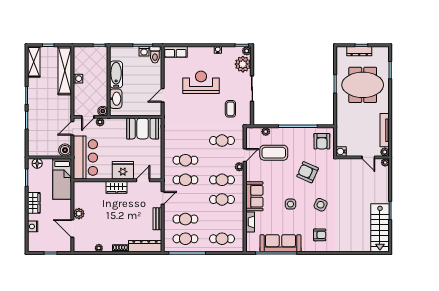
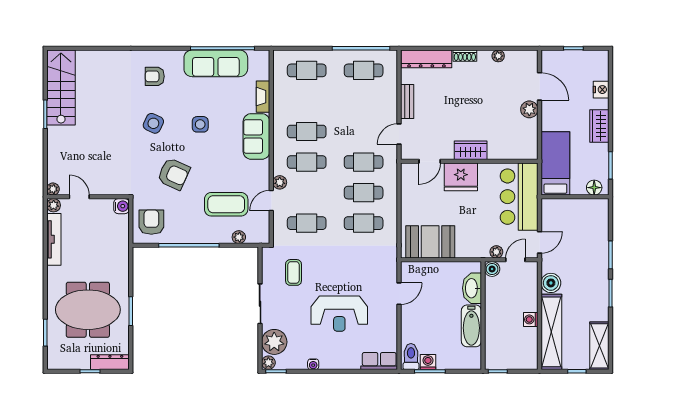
dresser: (359, 51) -> (110, 362), moved
boiler: (65, 150) -> (551, 283), moved
cafe table: (185, 219) -> (364, 223), moved

